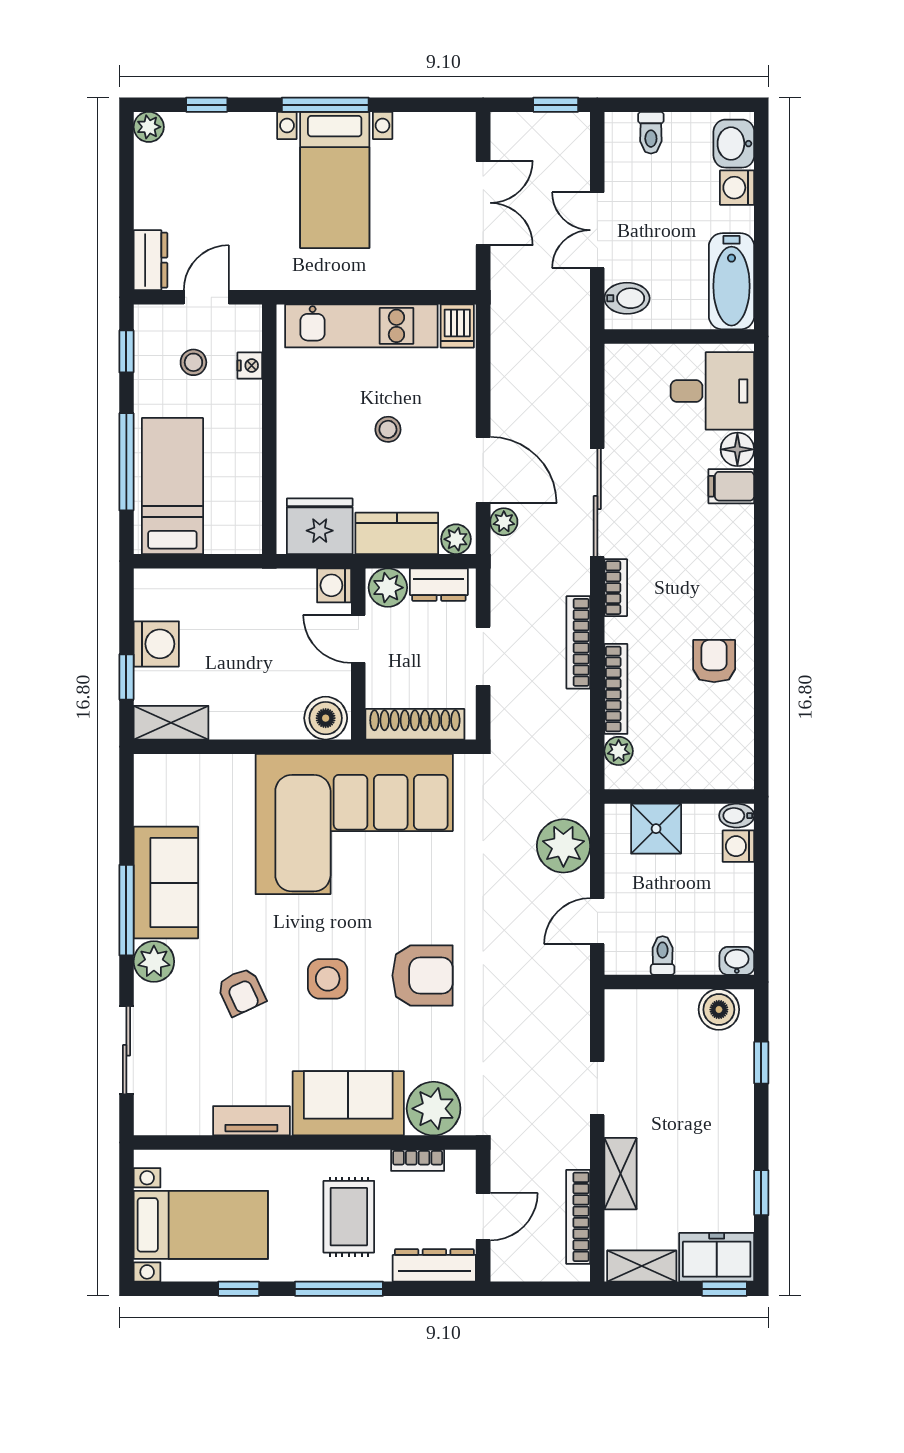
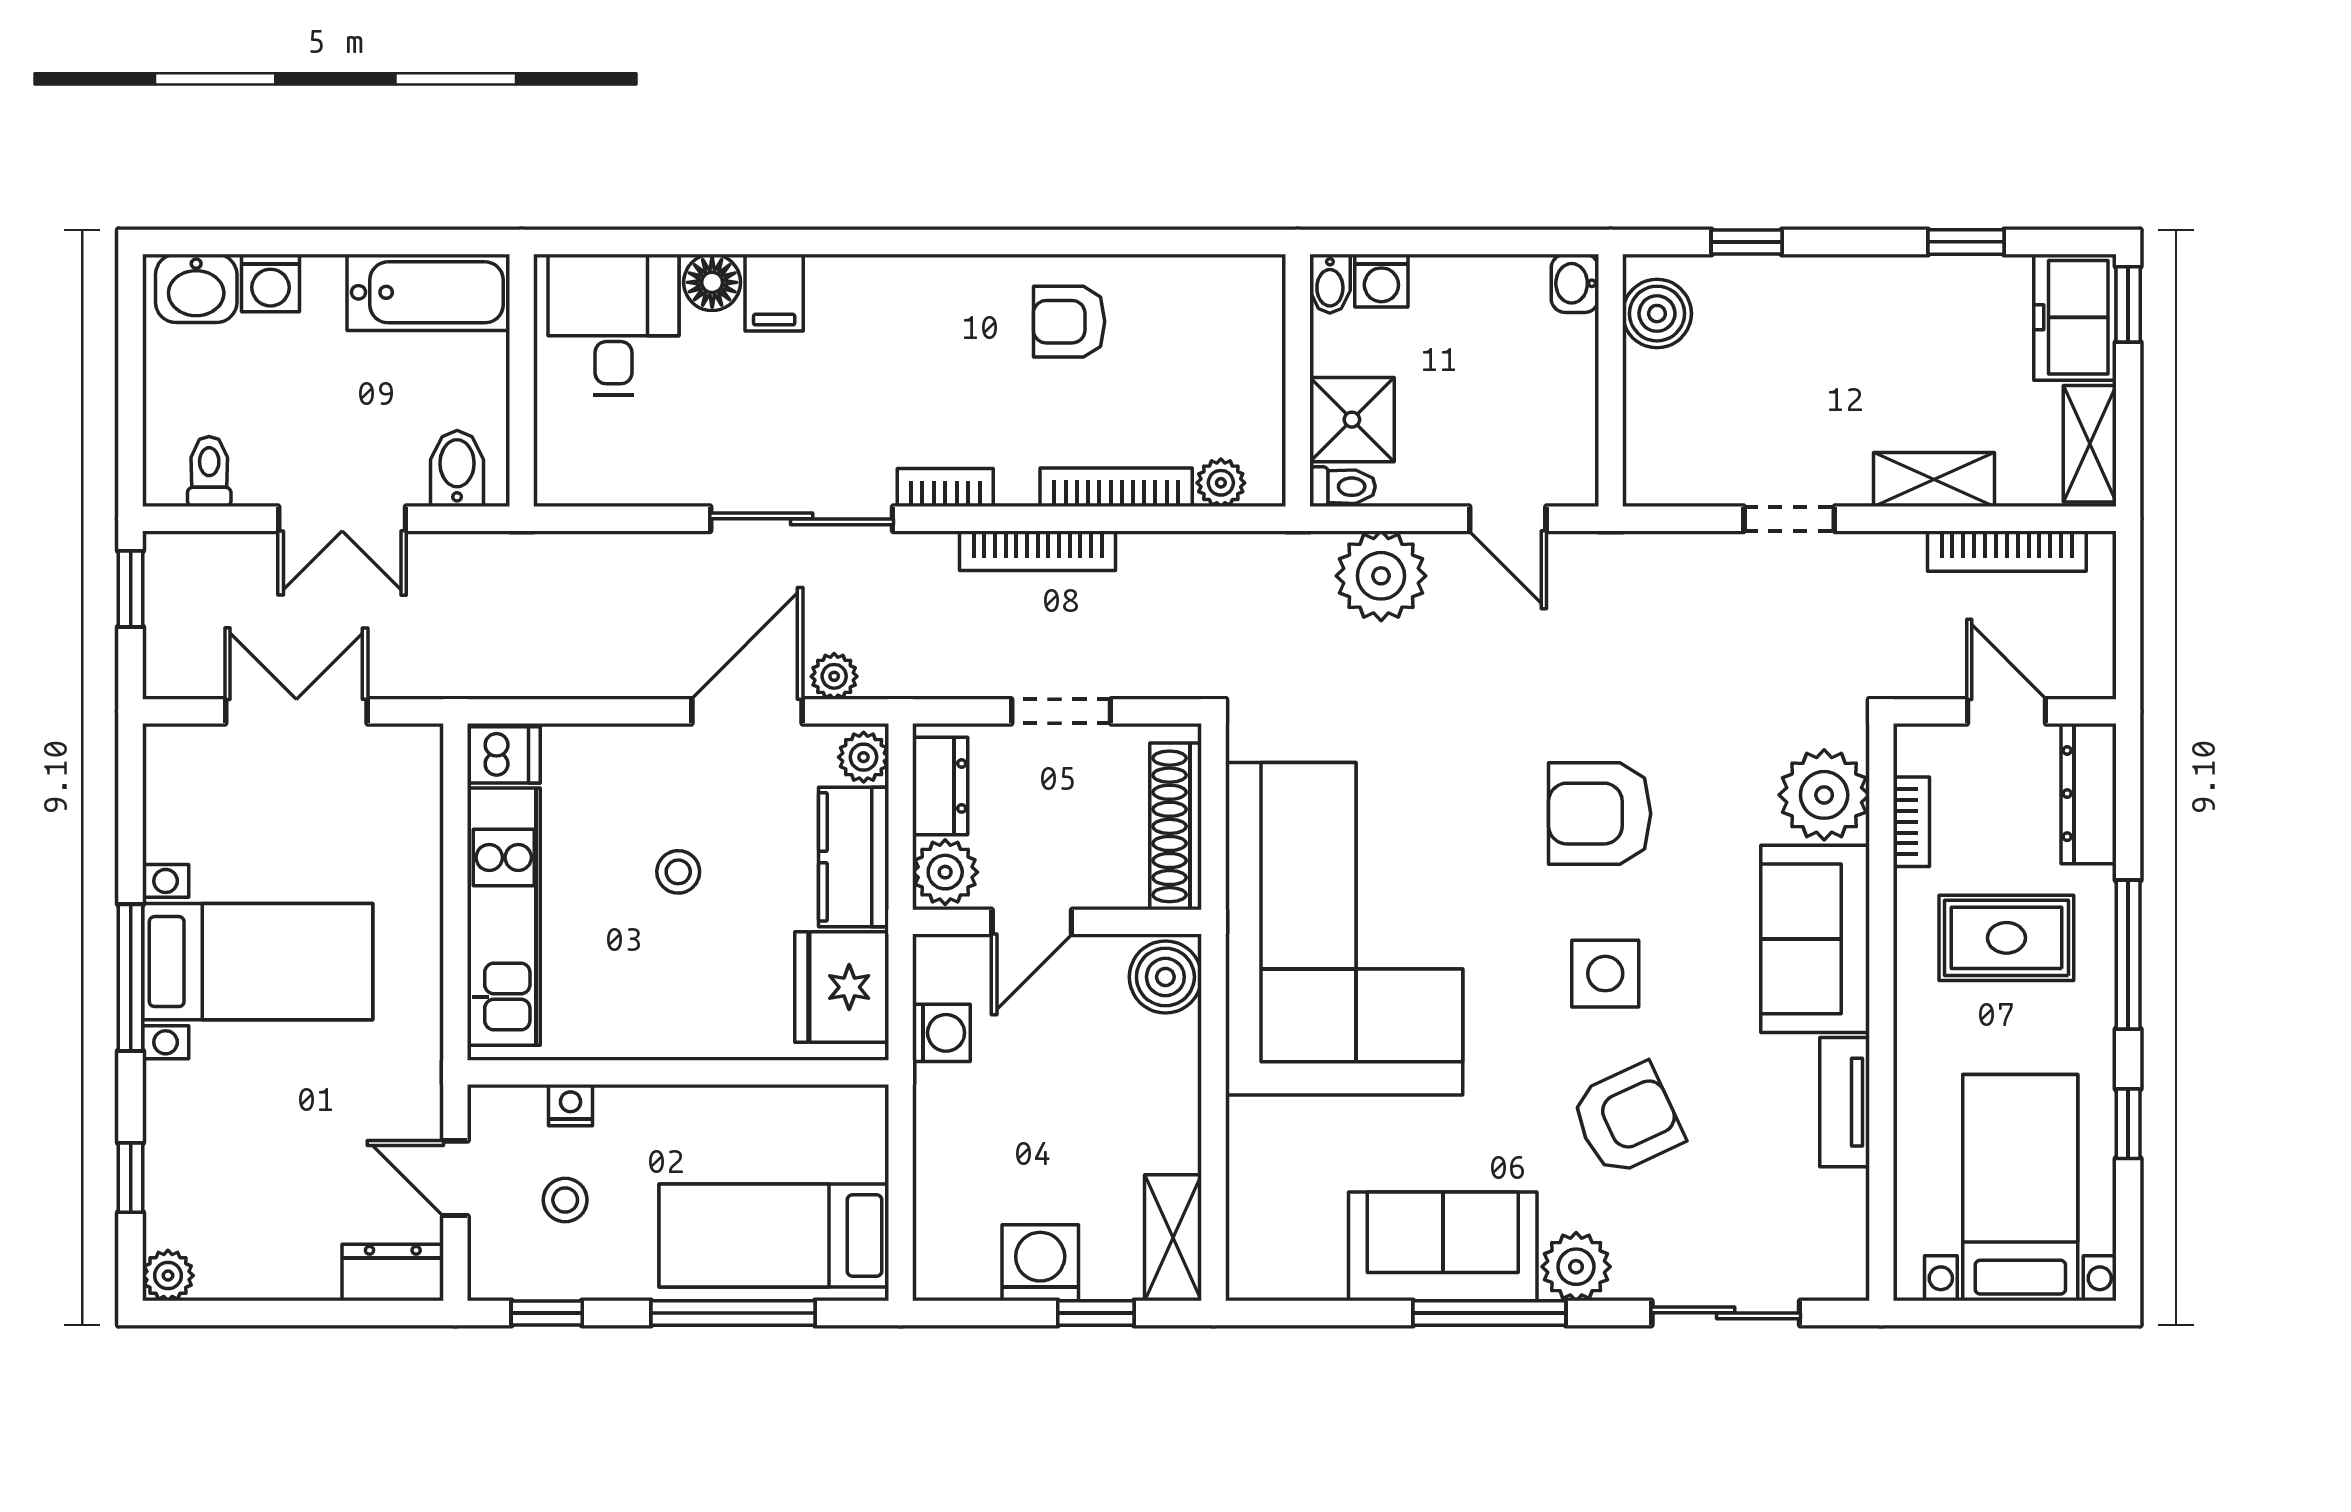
toilet: (651, 133) -> (209, 472), moved, turned -90
washing machine: (334, 585) -> (941, 1033), moved, turned -90
toilet: (663, 956) -> (1342, 487), moved, turned 180
armchair: (423, 975) -> (1600, 814), turned -90
armchair: (241, 992) -> (1627, 1119), width x1.38, depth x1.38

